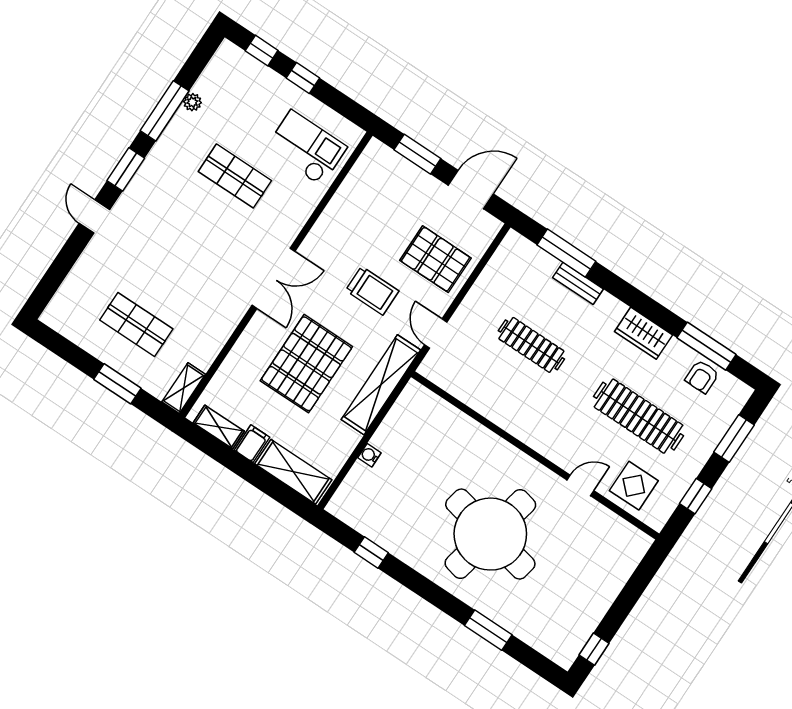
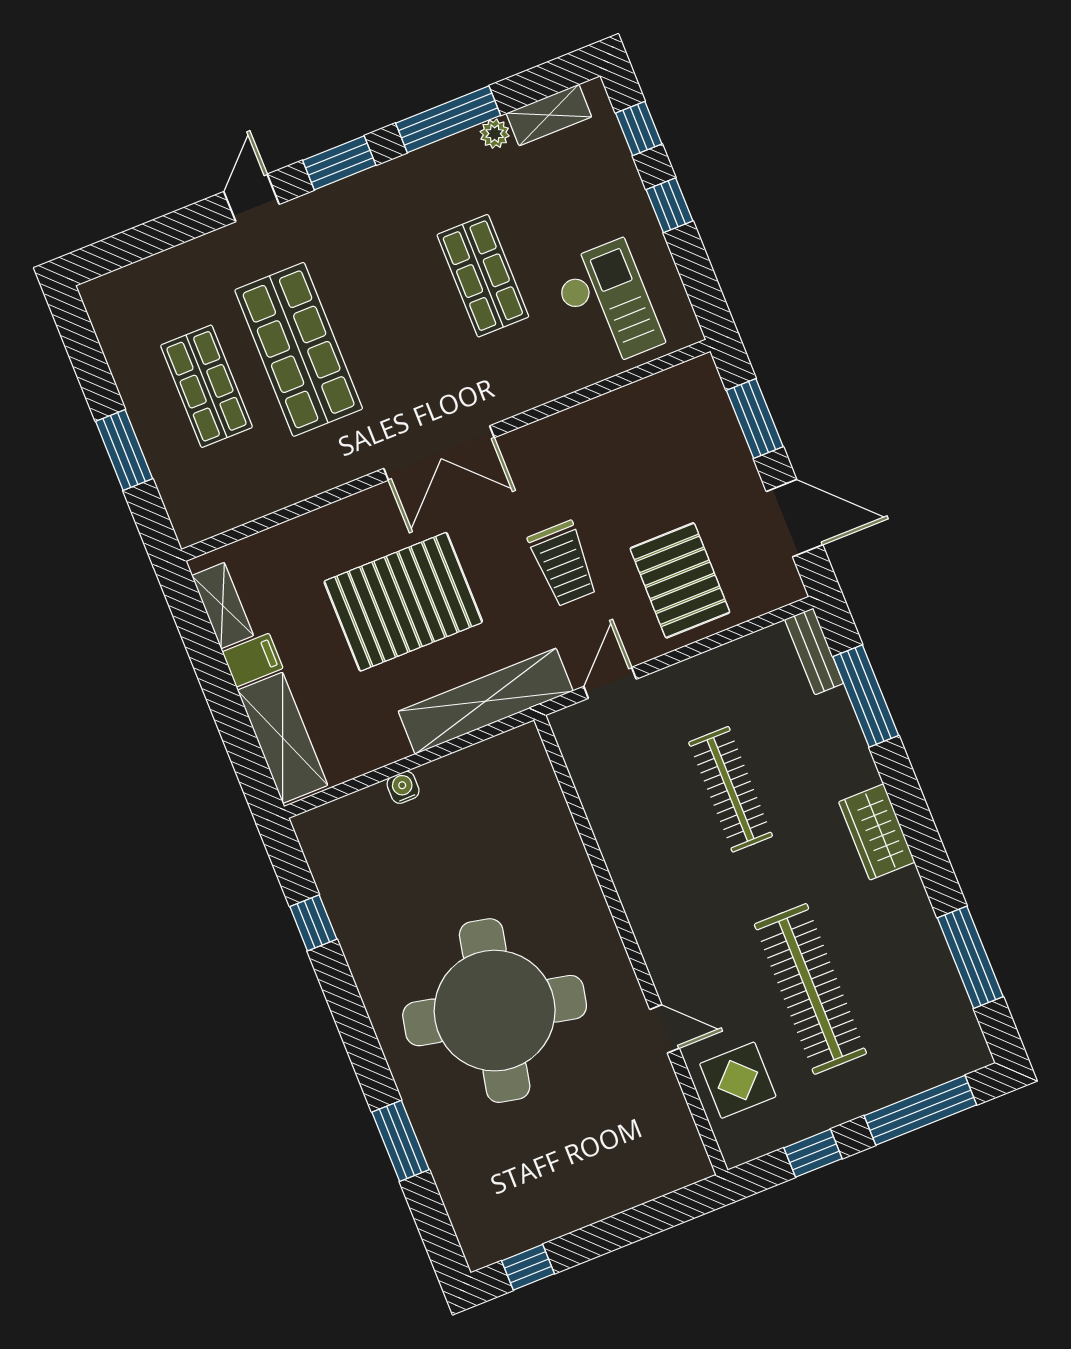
shop shelf: (169, 275) -> (299, 349), added
bench: (578, 283) -> (814, 651), moved
wardrobe: (644, 333) -> (877, 832), moved
armchair: (702, 377) -> (935, 995), removed
shelving: (184, 388) -> (549, 115), moved
window: (734, 438) -> (920, 1110), width x1.44

